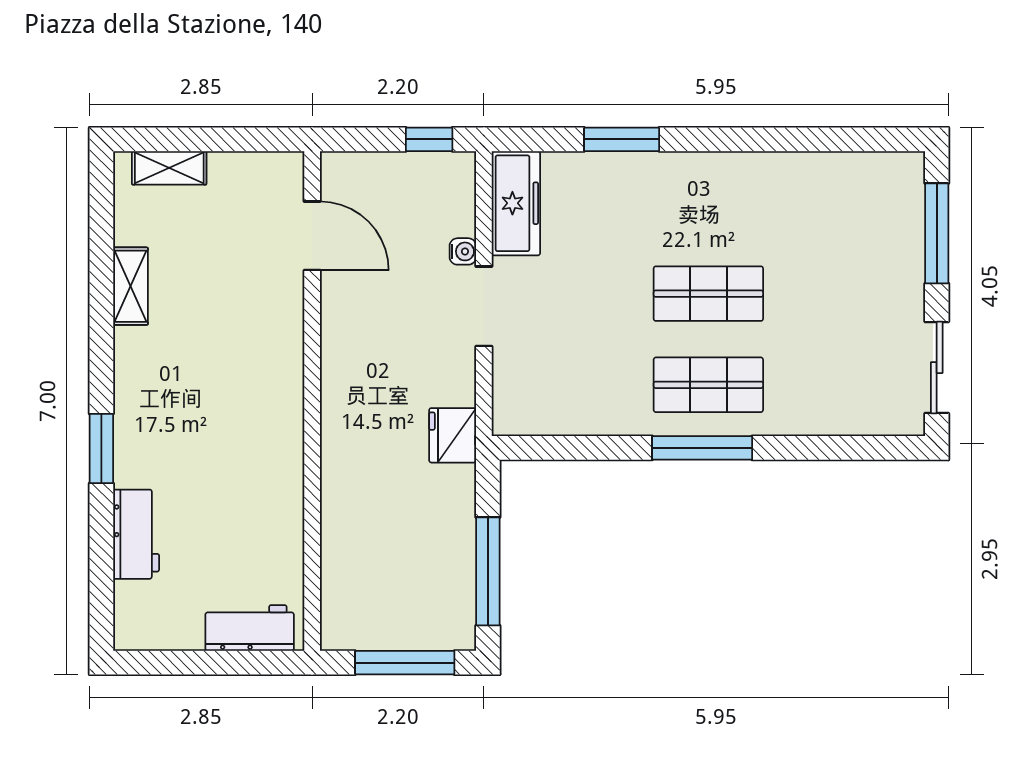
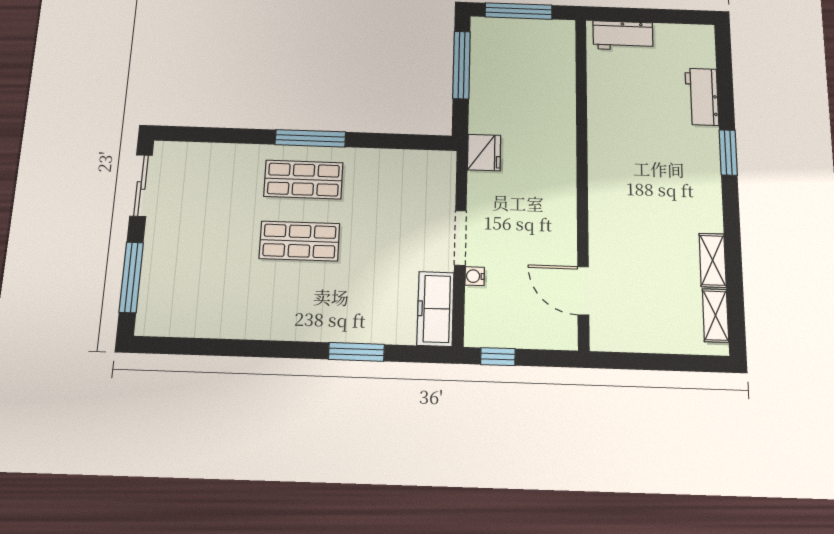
shelving: (169, 168) -> (715, 315), moved, turned 90

